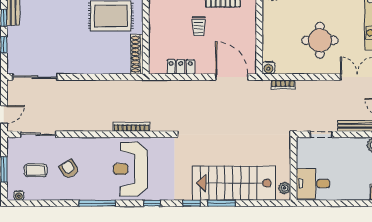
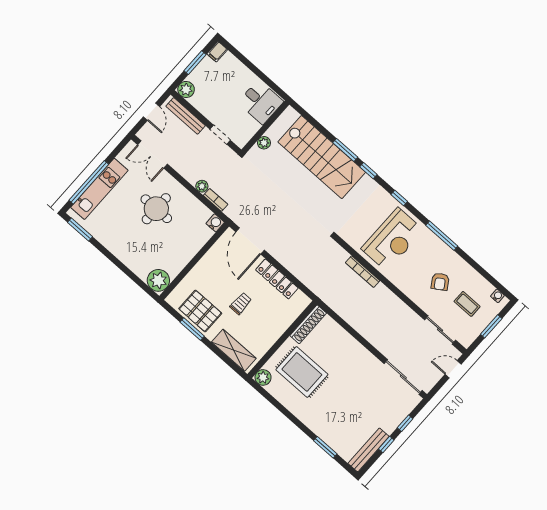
locker: (181, 67) -> (277, 279), width x1.53
plant: (301, 86) -> (202, 186), added
plant: (285, 188) -> (264, 143), moved

